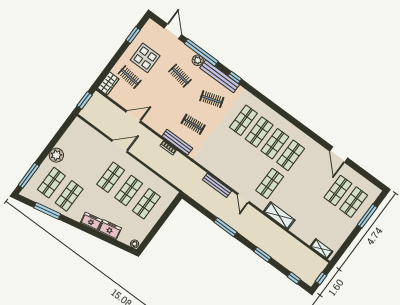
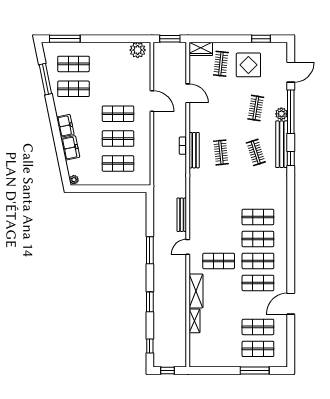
shop shelf: (243, 120) -> (258, 283), moved
plant: (56, 155) -> (138, 50), moved
shelving: (321, 249) -> (195, 321), moved

